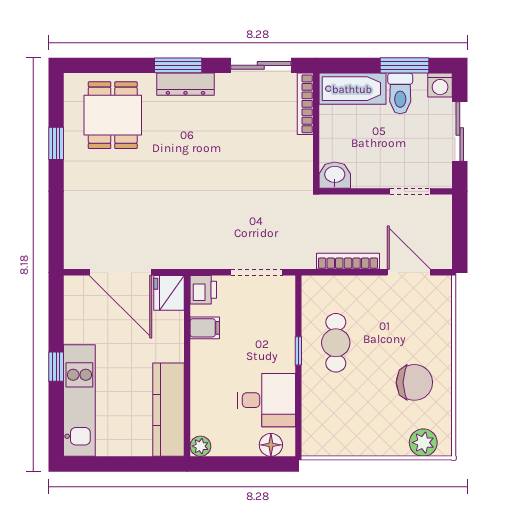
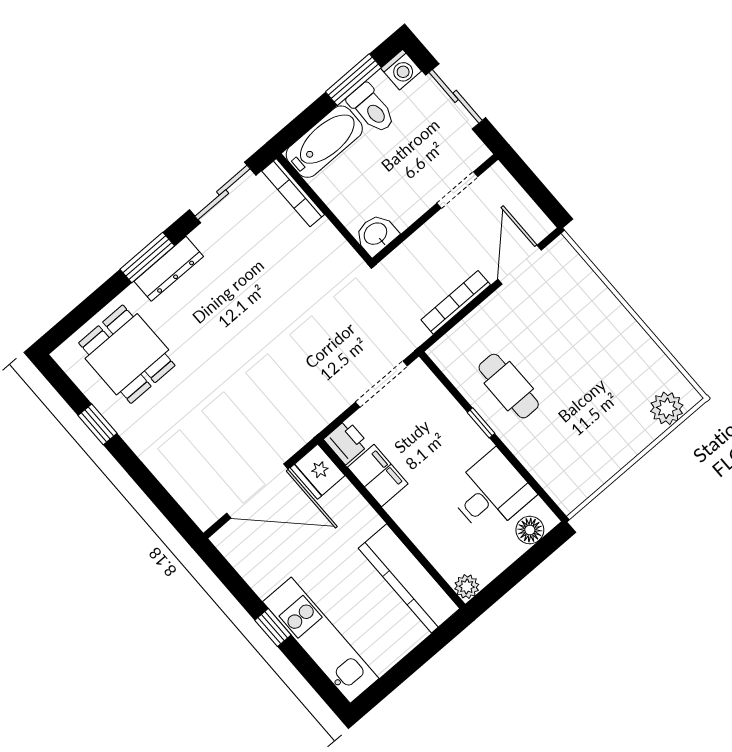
door: (409, 272) -> (520, 265), hinge flipped
filing cabinet: (205, 328) -> (378, 476), width x2.00
chair: (414, 382) -> (611, 360), removed

